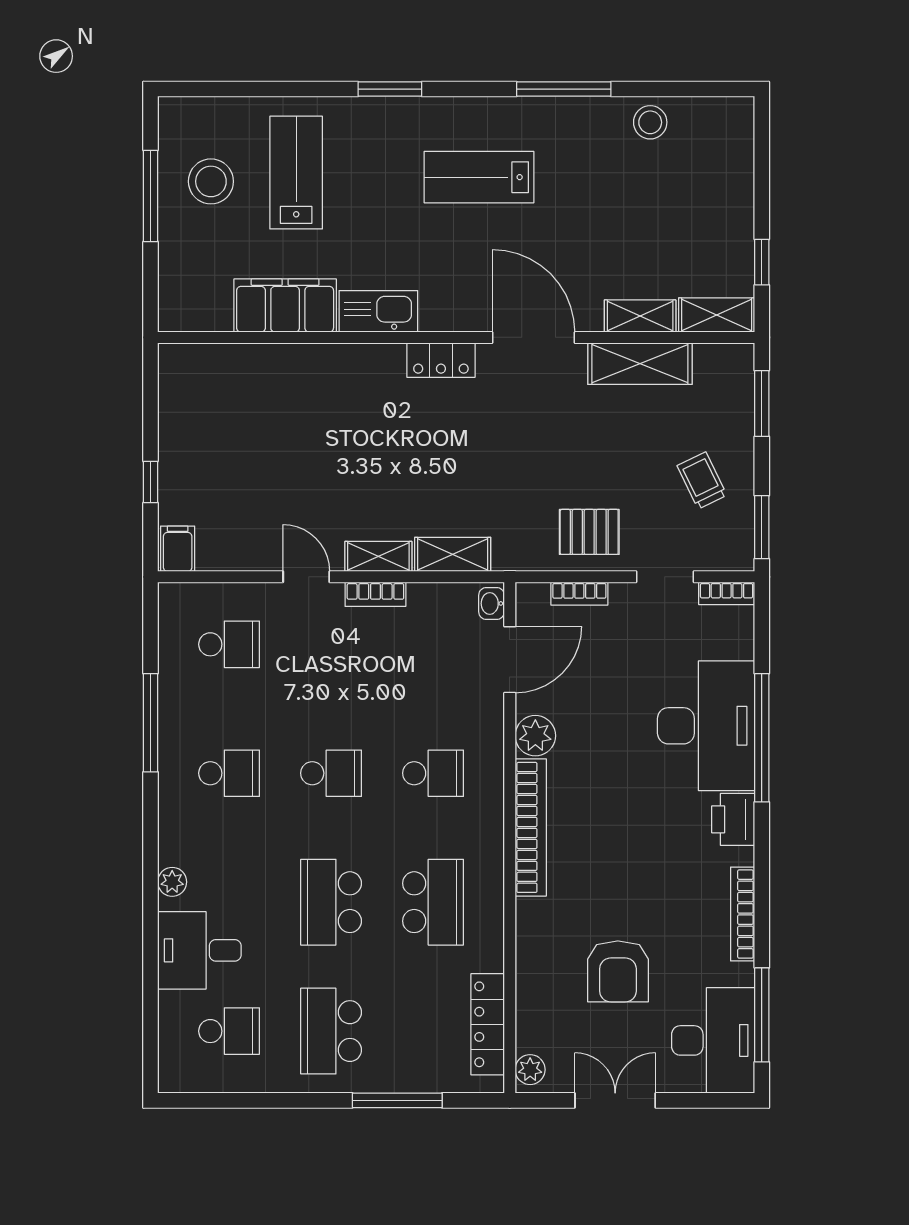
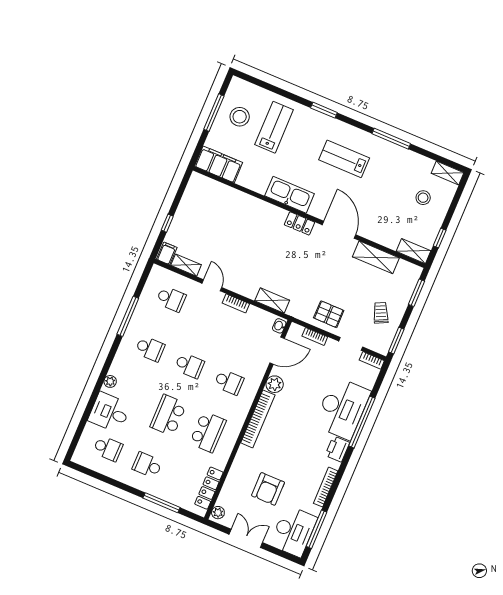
stool: (650, 122) -> (423, 198), moved
filing cabinet: (285, 306) -> (219, 164), moved
kitchen sink: (378, 311) -> (290, 195), width x1.36, depth x1.24
shelving: (640, 316) -> (447, 173), moved
shelving: (378, 556) -> (186, 265), moved
school desk: (331, 1031) -> (147, 465), width x0.54

